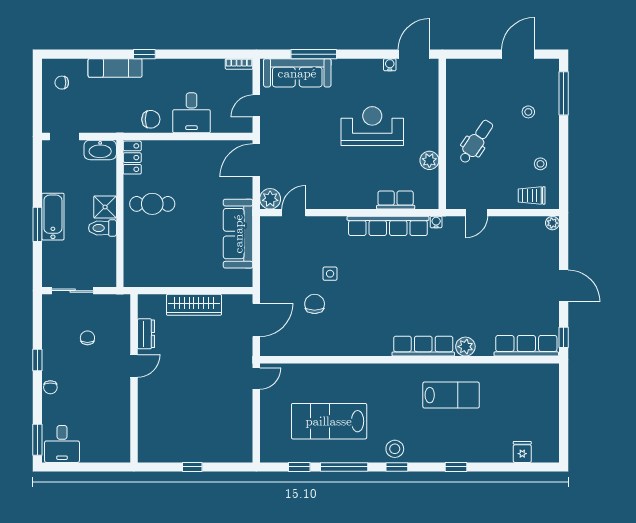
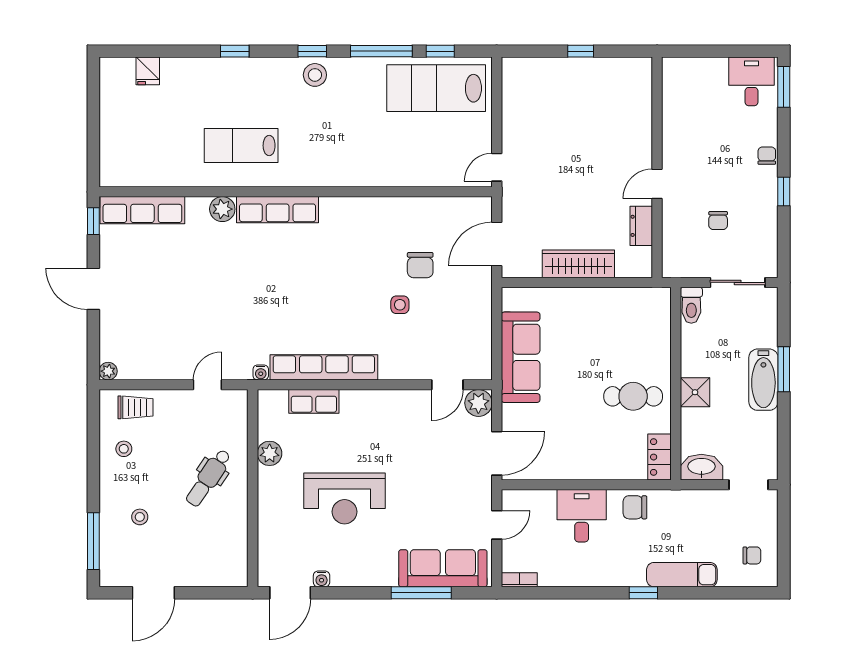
toilet: (102, 228) -> (691, 305), moved, turned 90
lab bench: (329, 421) -> (436, 88), moved, turned 180

